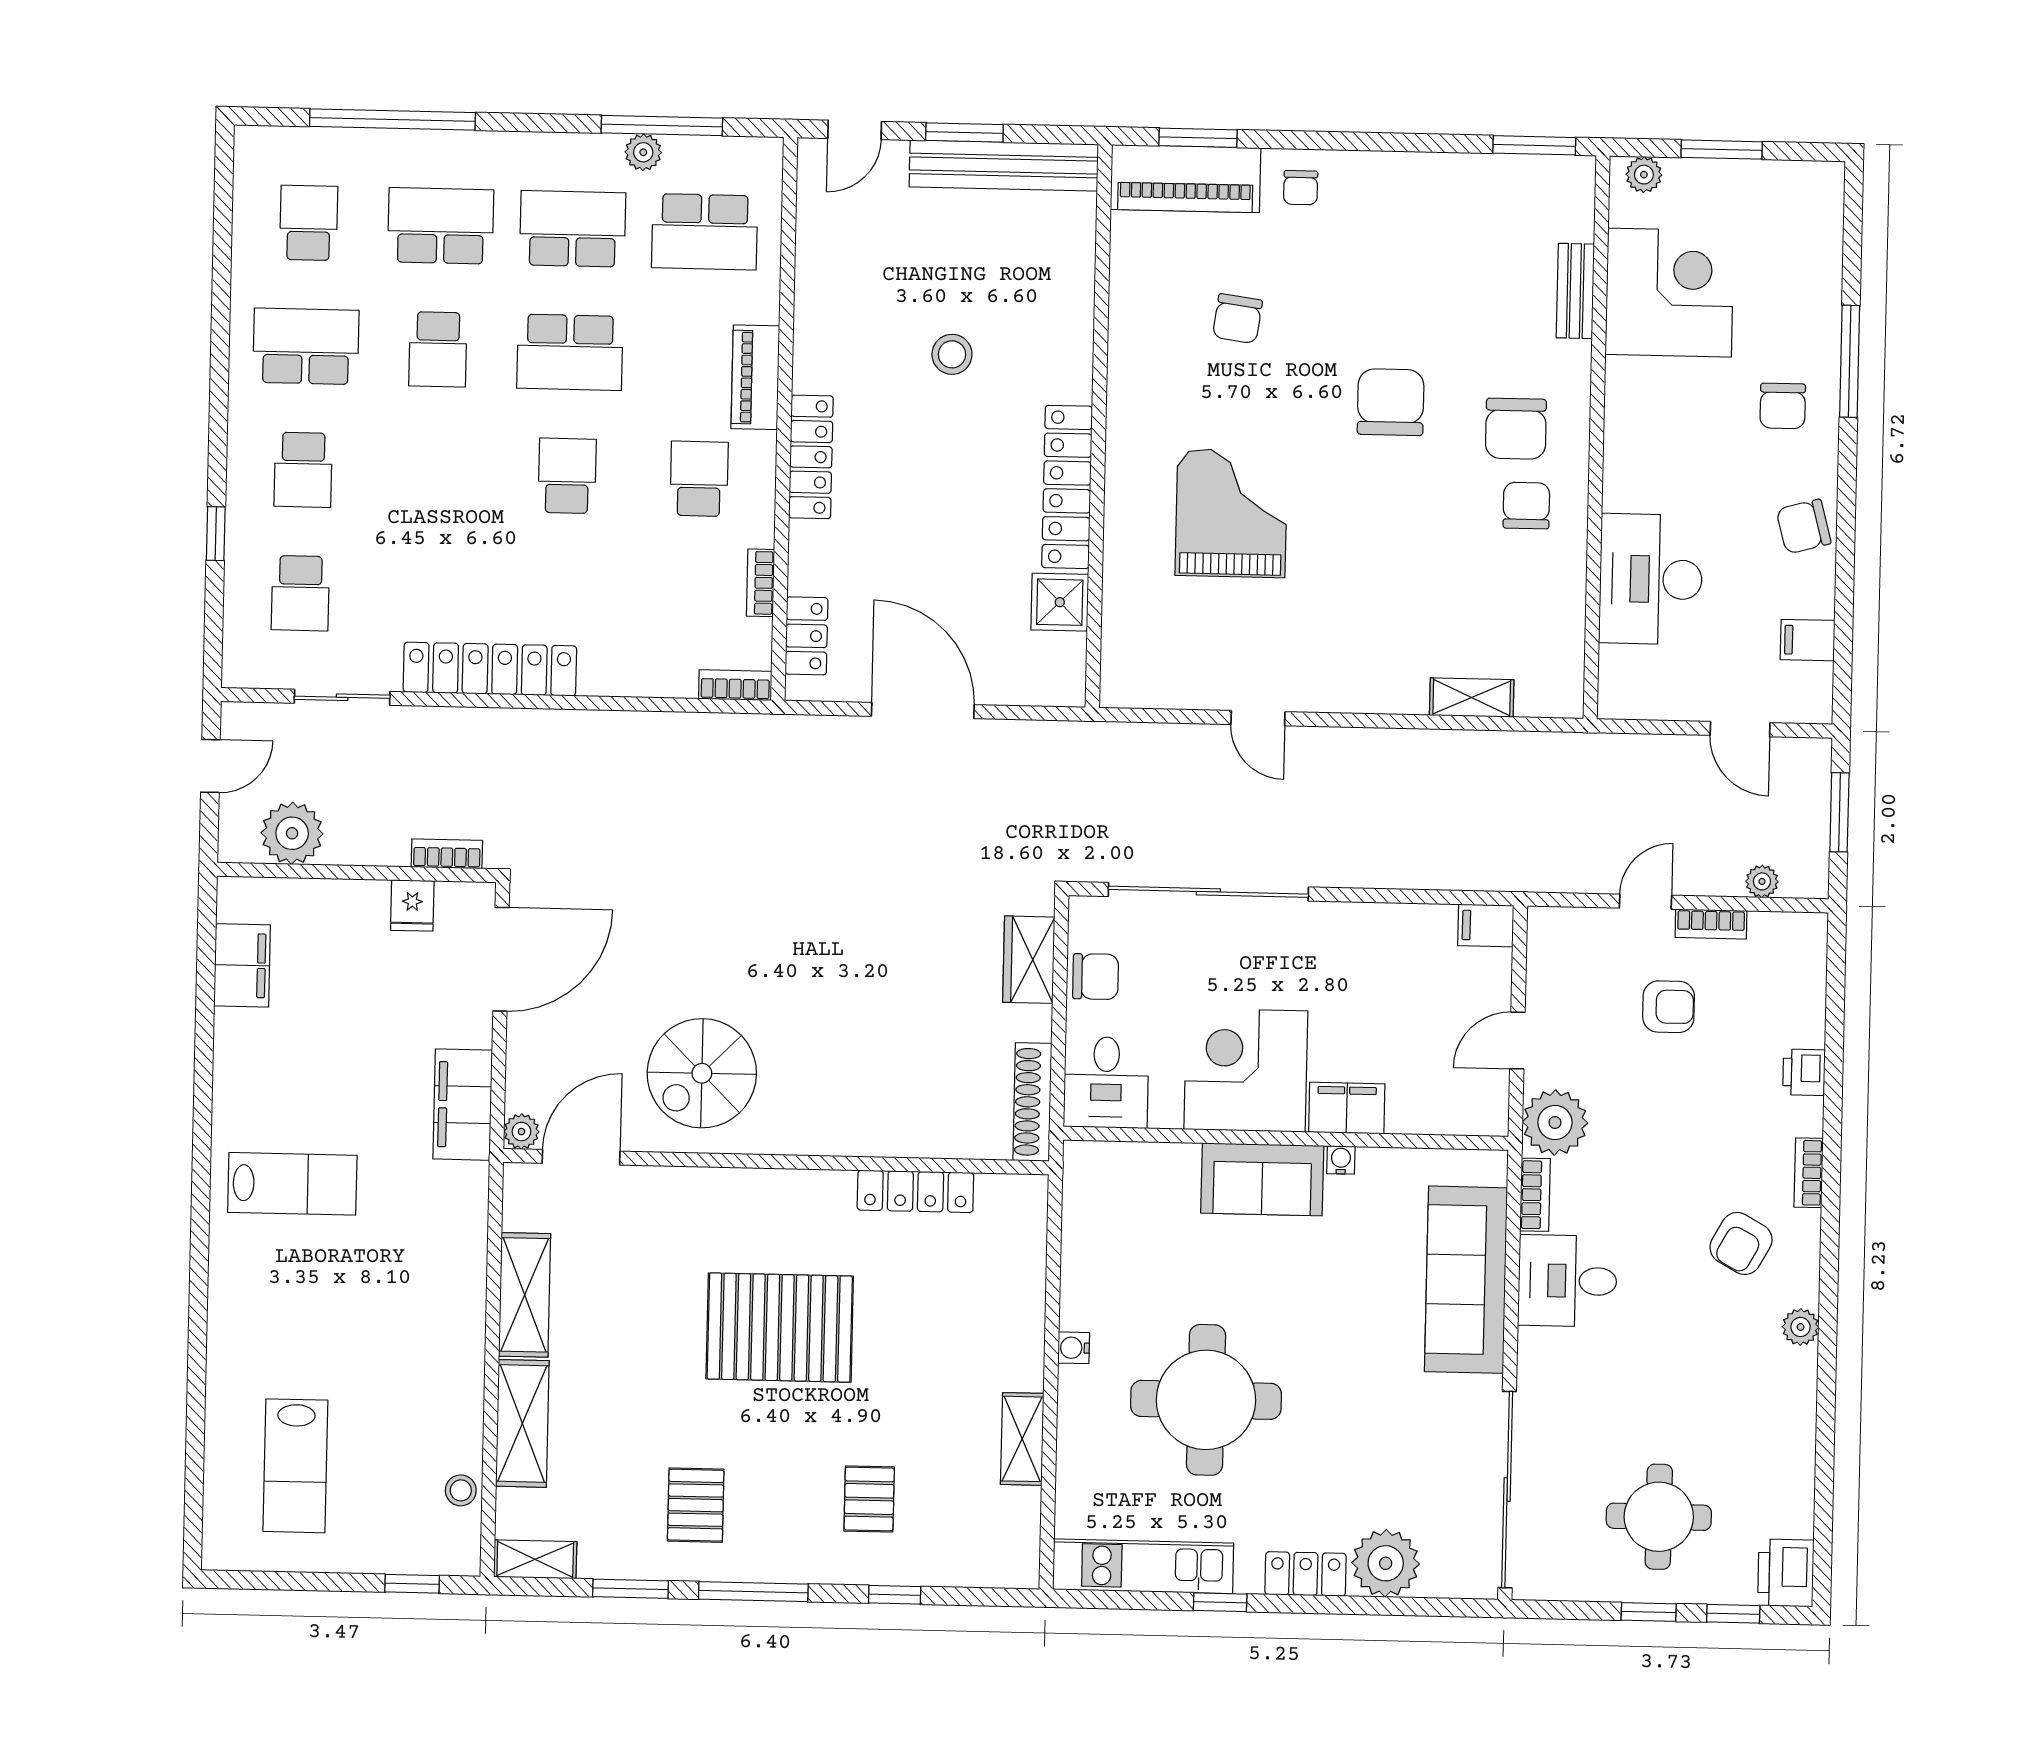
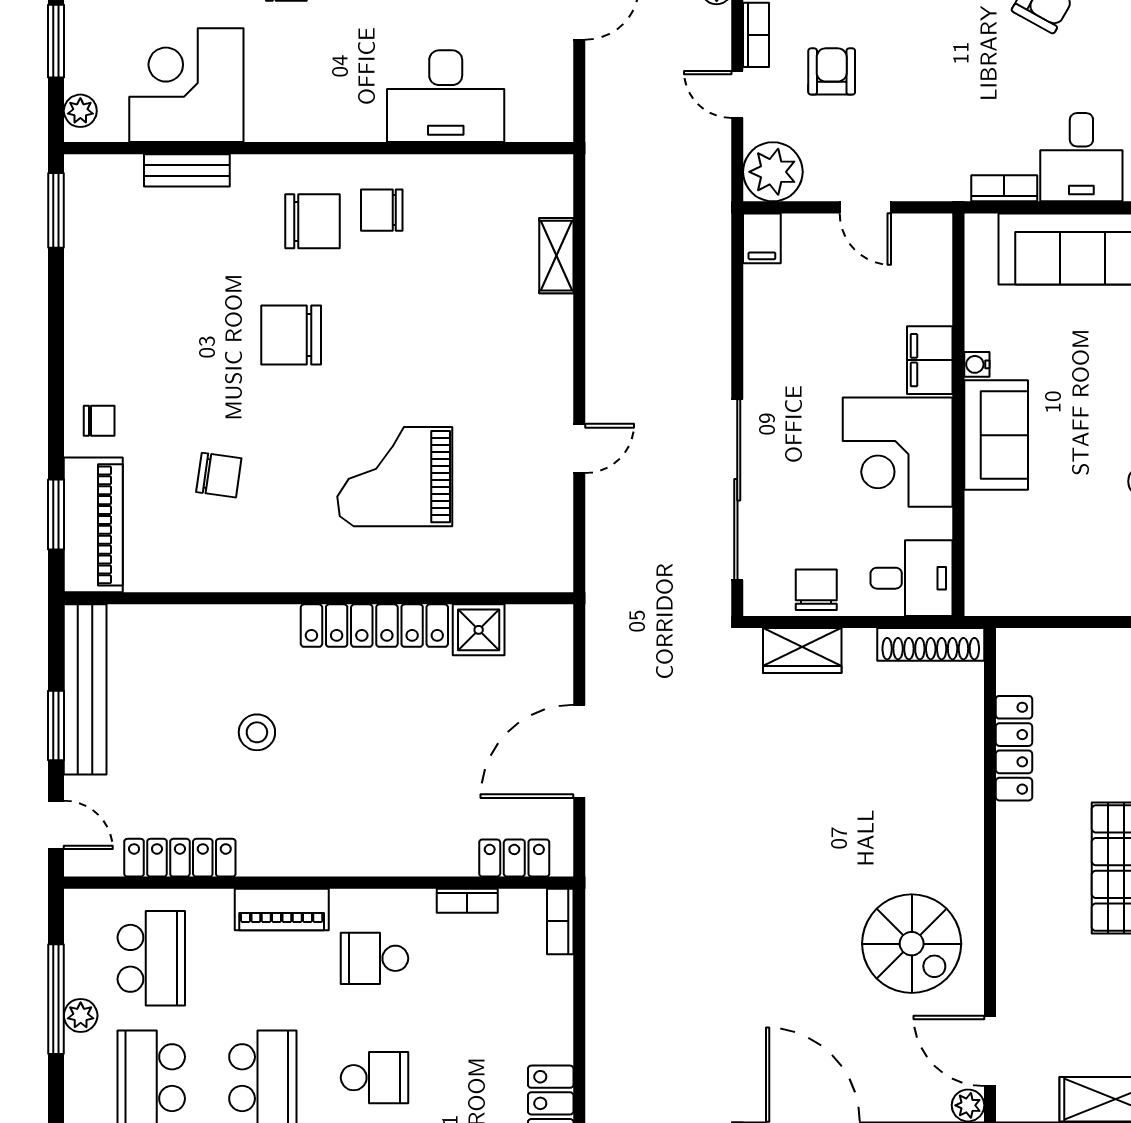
locker: (811, 457) -> (180, 858), moved
school desk: (567, 476) -> (374, 1078), turned 180
plant: (1555, 1122) -> (773, 172), moved

